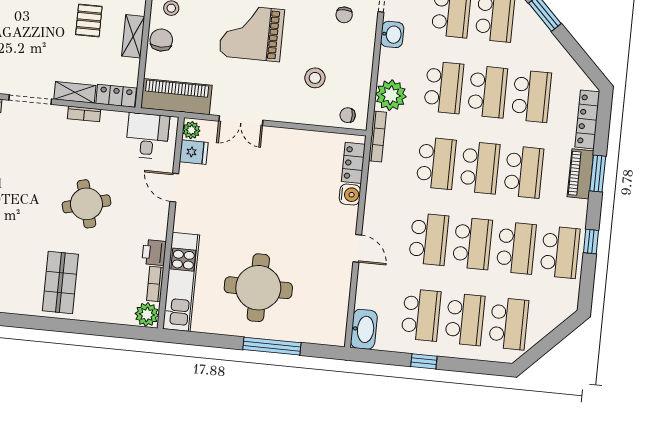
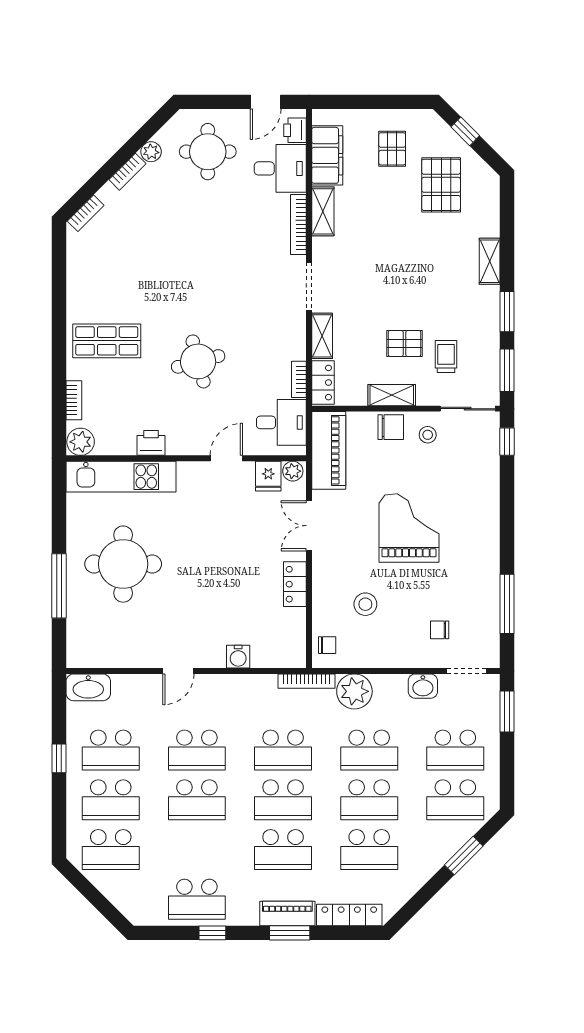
bookcase: (84, 114) -> (299, 379), moved
chair: (348, 115) -> (327, 645), turned 90
locker: (353, 163) -> (295, 584), moved, turned -90
school desk: (516, 248) -> (197, 849), removed
bookcase: (155, 284) -> (74, 400), moved, turned 90

